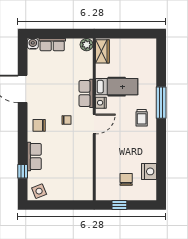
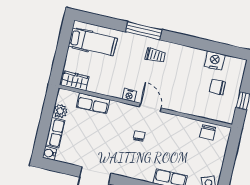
plant: (87, 45) -> (60, 111), moved
hospital bed: (117, 87) -> (93, 42), moved, turned 90
row of seats: (86, 93) -> (93, 103), moved
chair: (39, 125) -> (208, 132), moved

